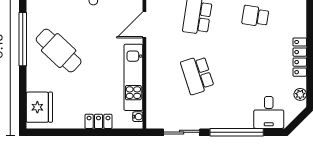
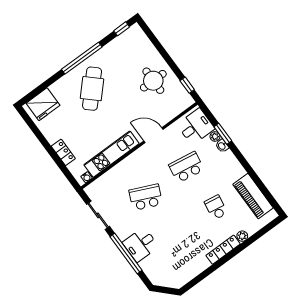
locker: (300, 57) -> (223, 250), moved
school desk: (197, 75) -> (146, 197), turned 42
plant: (300, 94) -> (242, 236), moved
desk: (269, 112) -> (141, 245), moved

